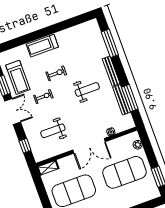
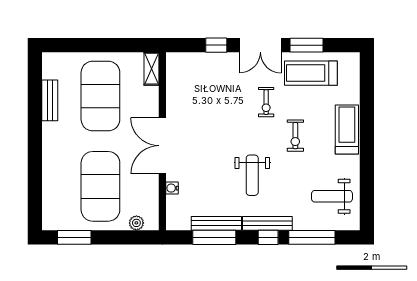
window: (119, 68) -> (268, 237), added
weight bench: (53, 131) -> (332, 196), moved, turned -90
window: (25, 146) -> (216, 45), moved

